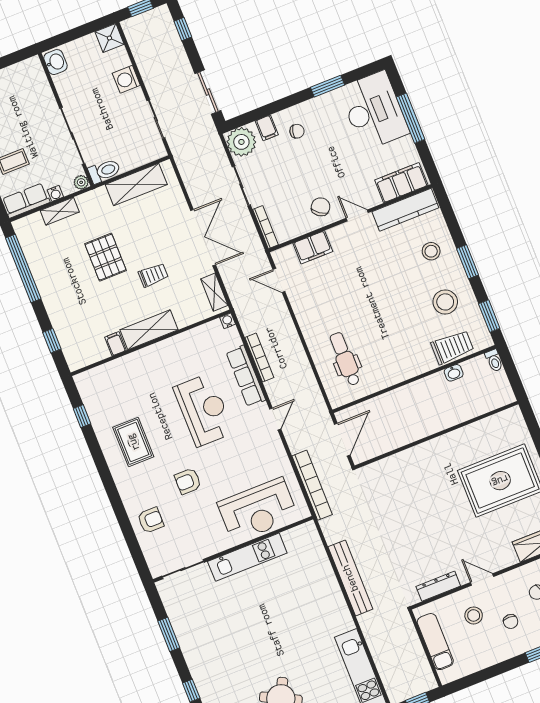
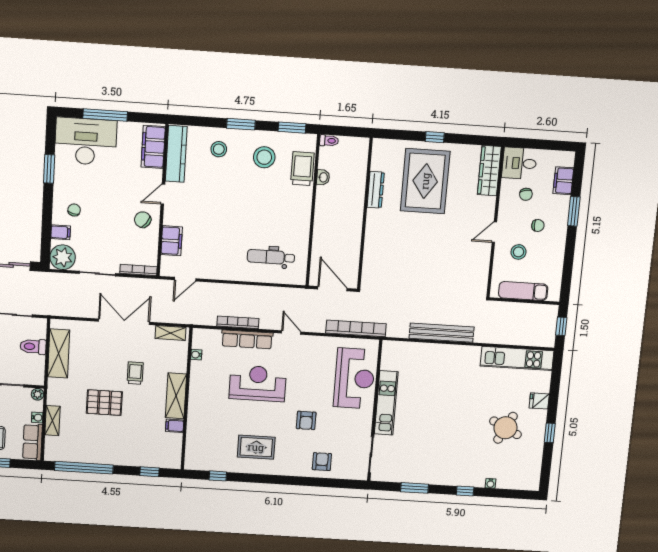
toilet: (104, 171) -> (33, 347), moved, turned -90
water cooler: (228, 321) -> (196, 355), moved
dresser: (438, 586) -> (376, 190), moved, turned 180

